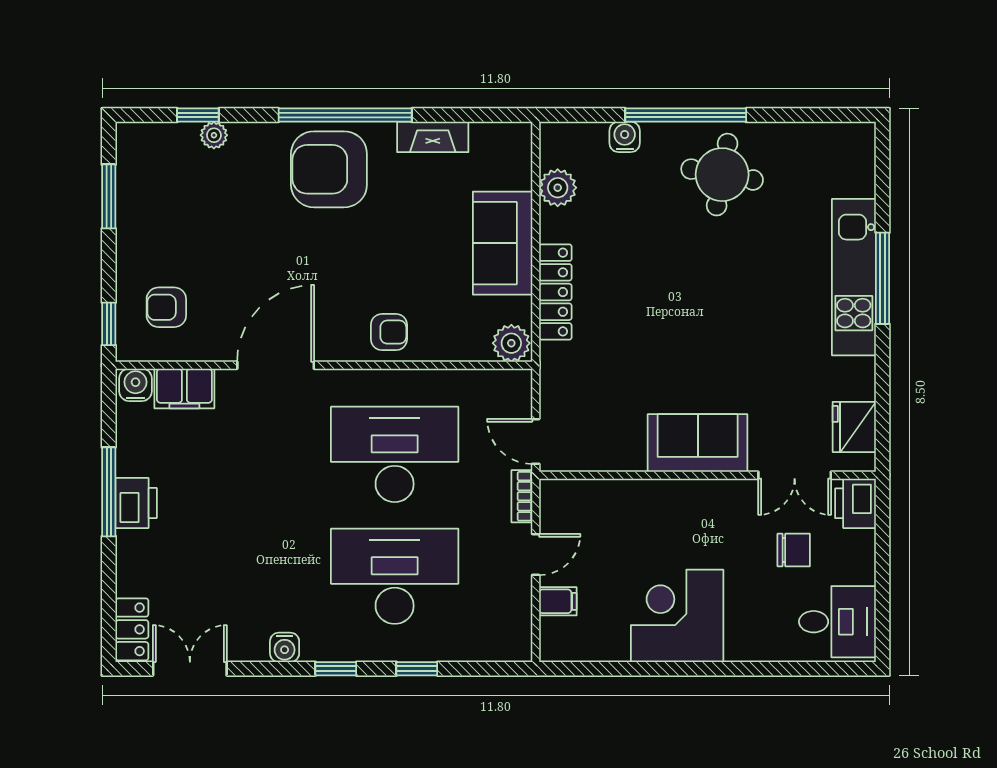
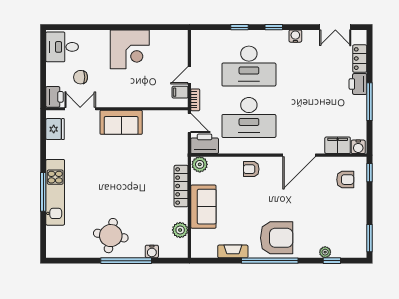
window: (109, 196) -> (369, 238), moved
printer: (500, 392) -> (205, 144), added
printer: (136, 503) -> (358, 84), moved
filing cabinet: (558, 601) -> (180, 92), moved
locker: (132, 629) -> (360, 59), moved

